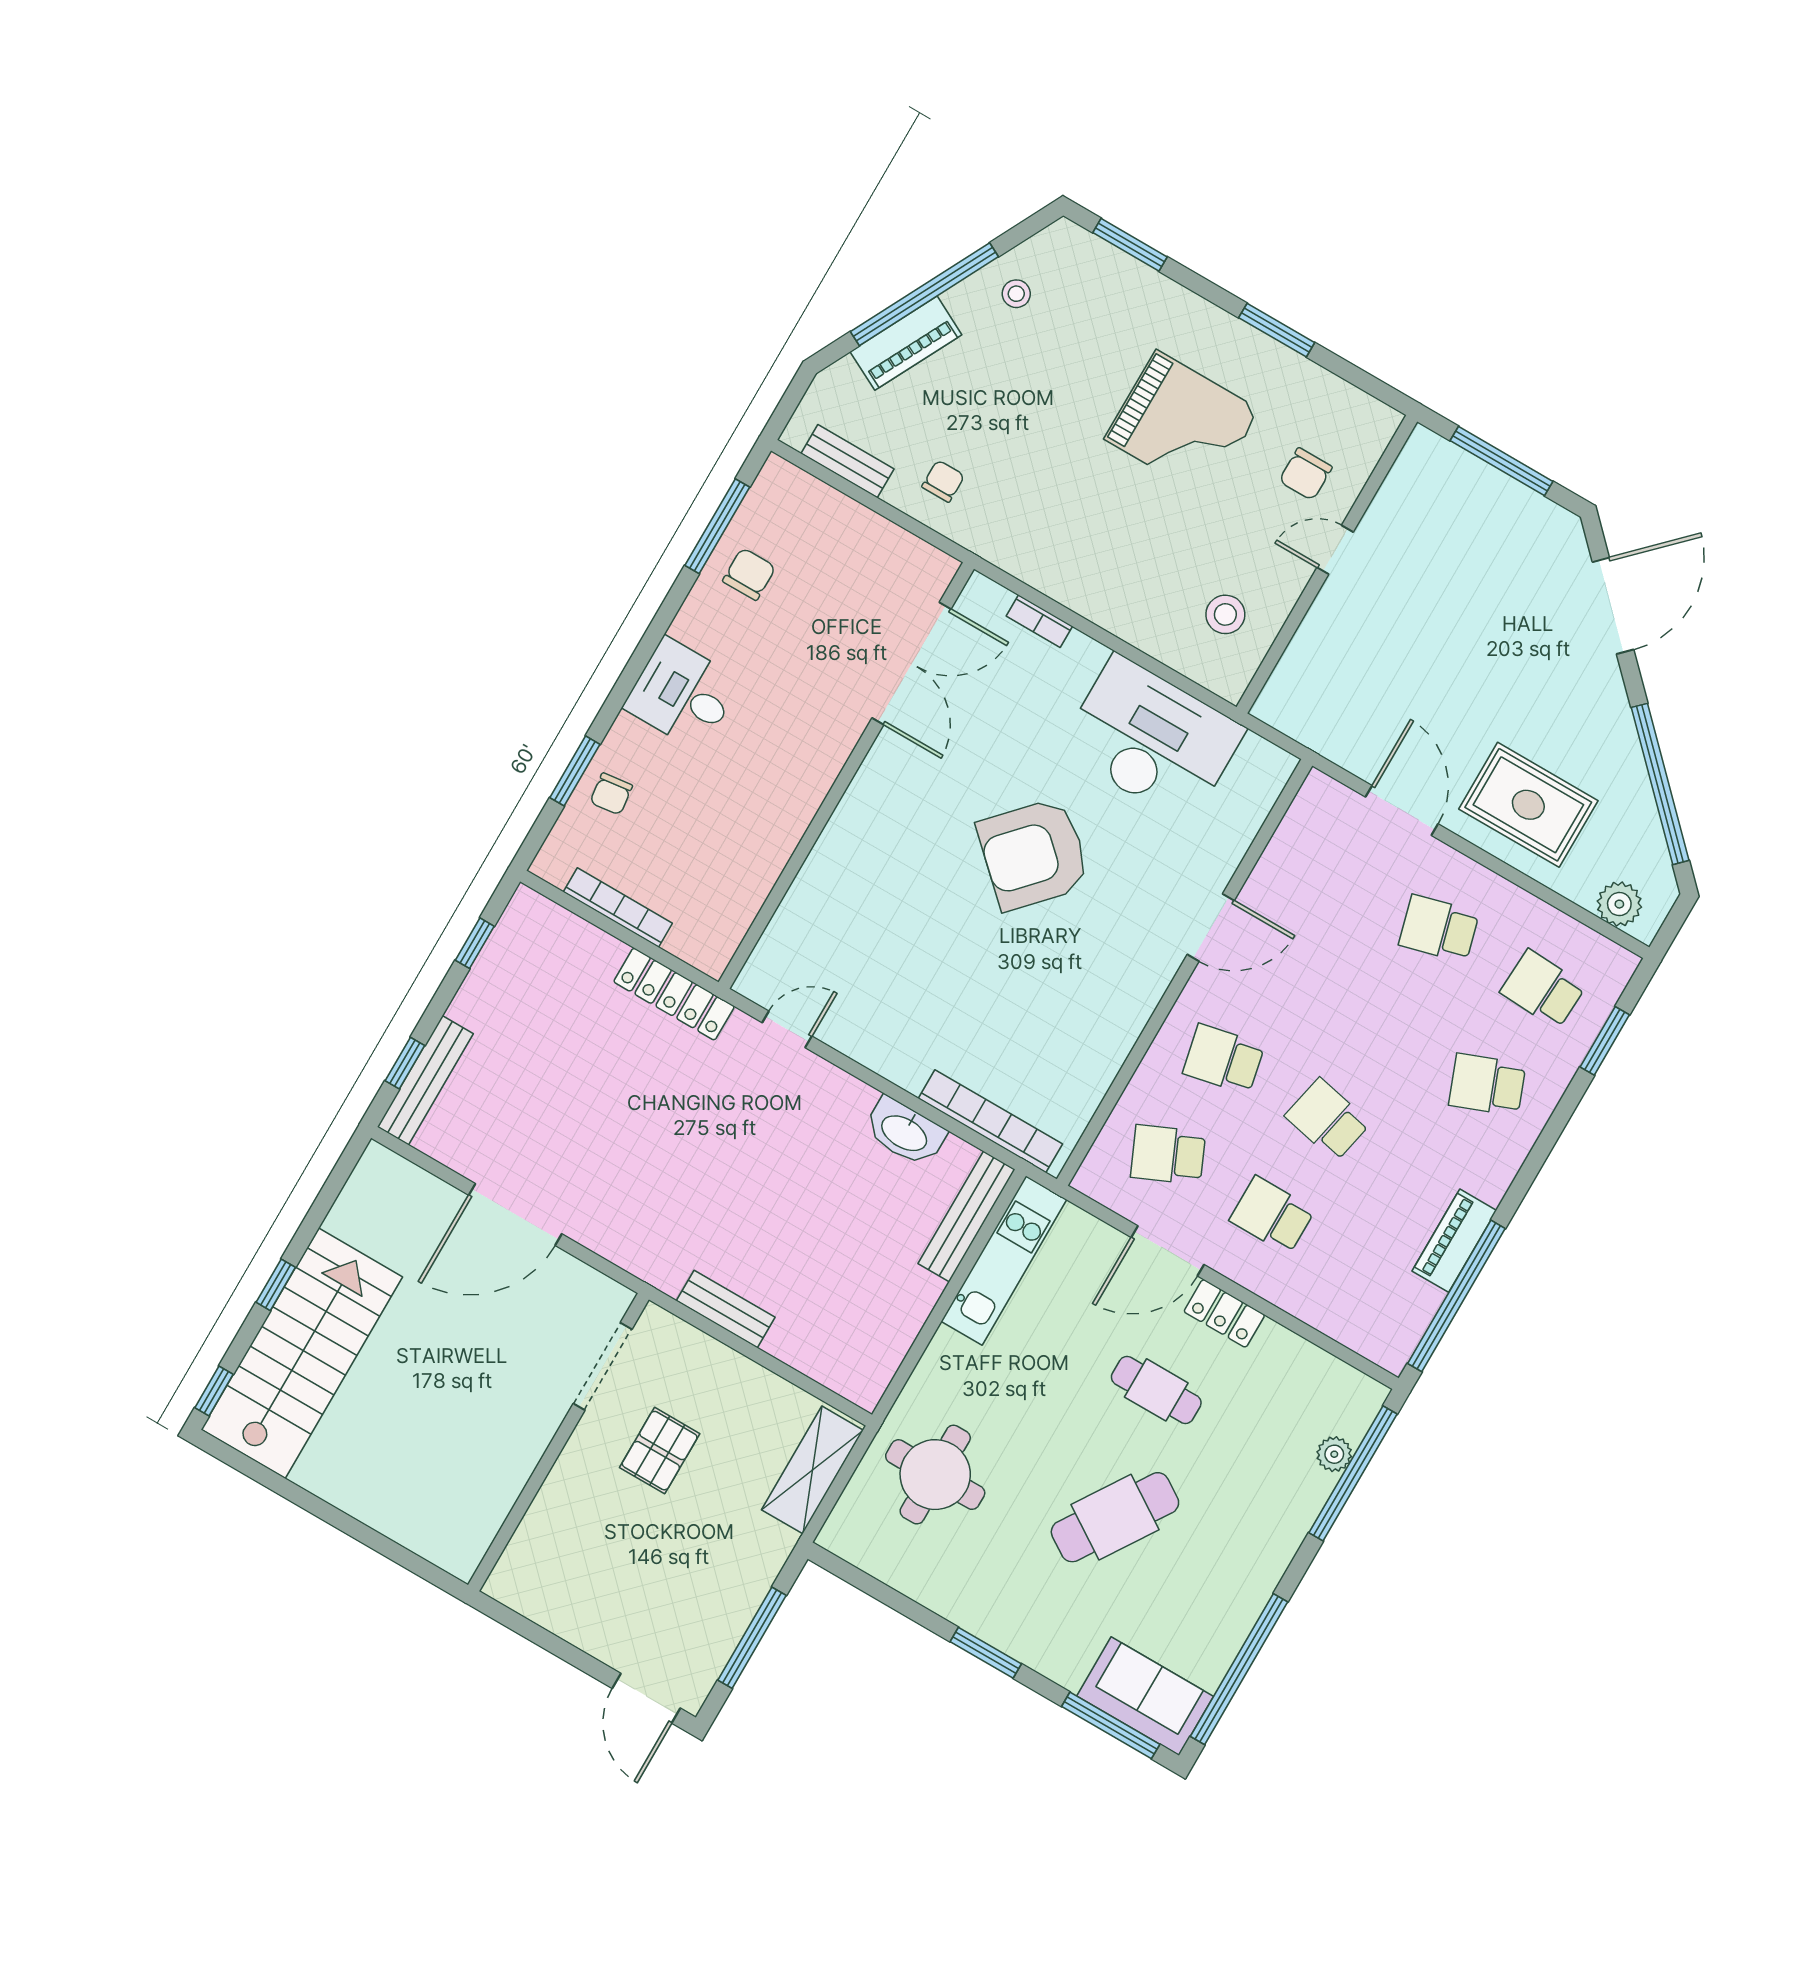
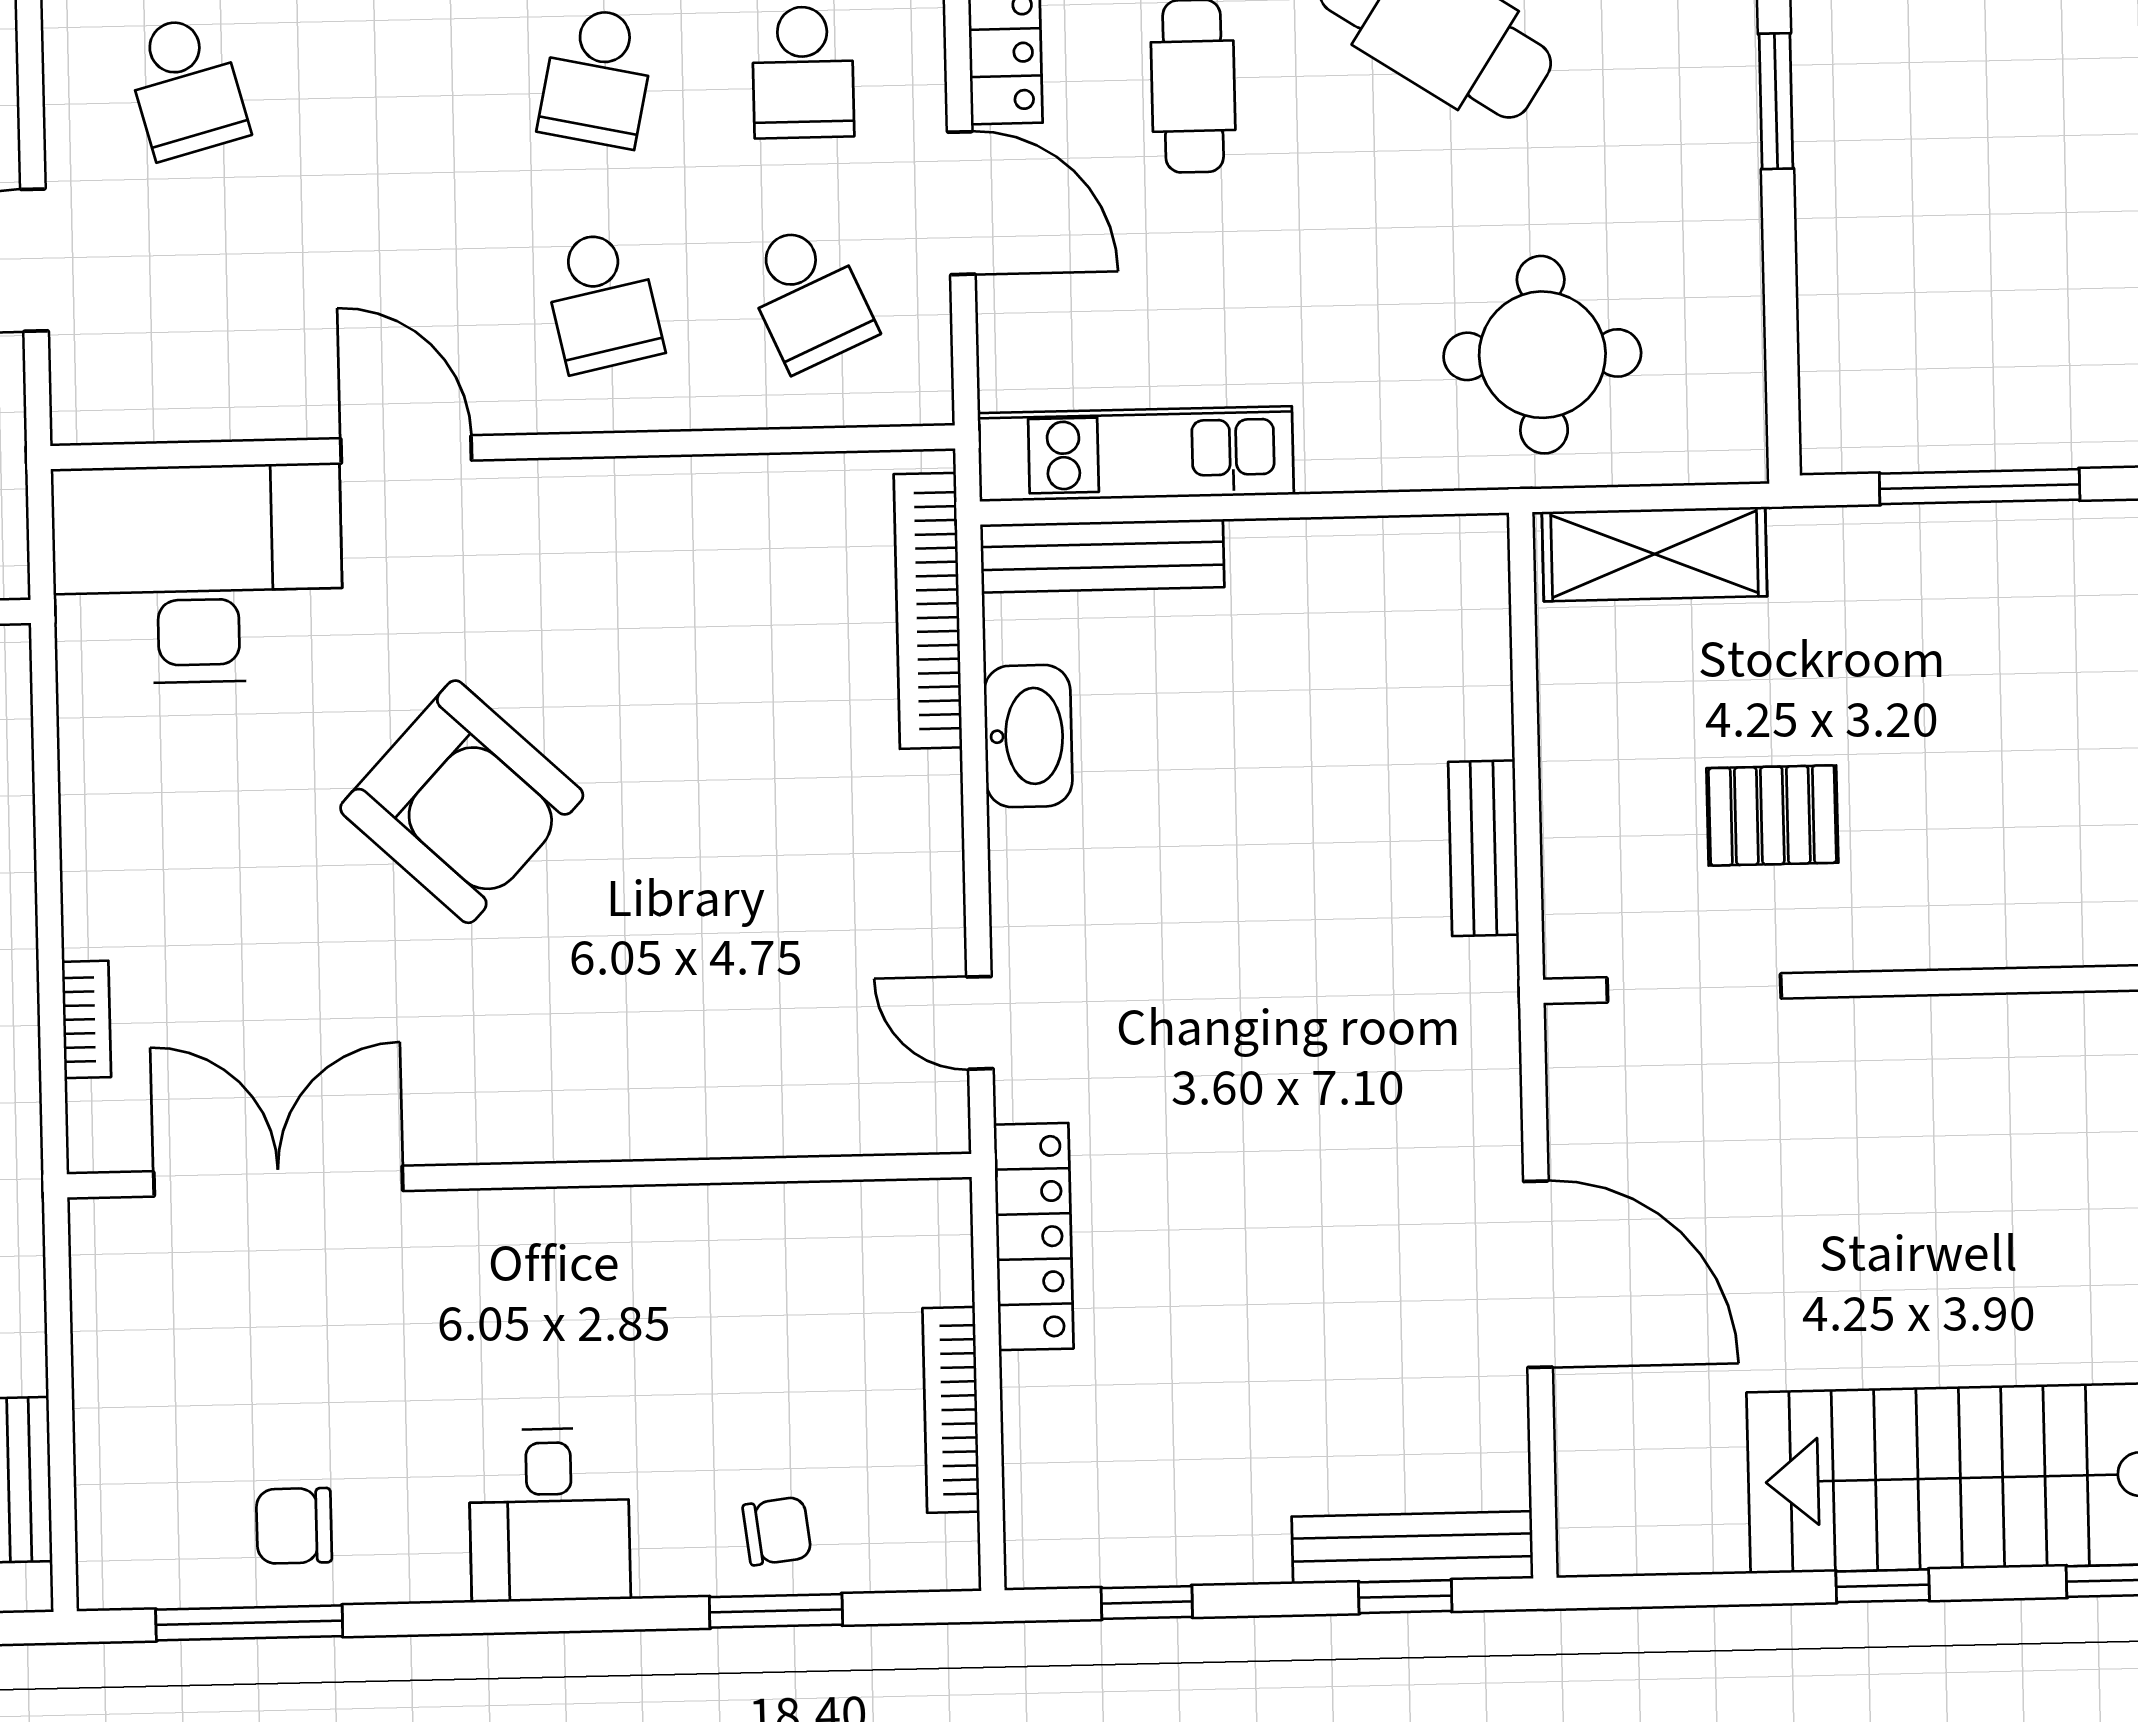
desk: (1152, 739) -> (197, 574), moved, turned 90

